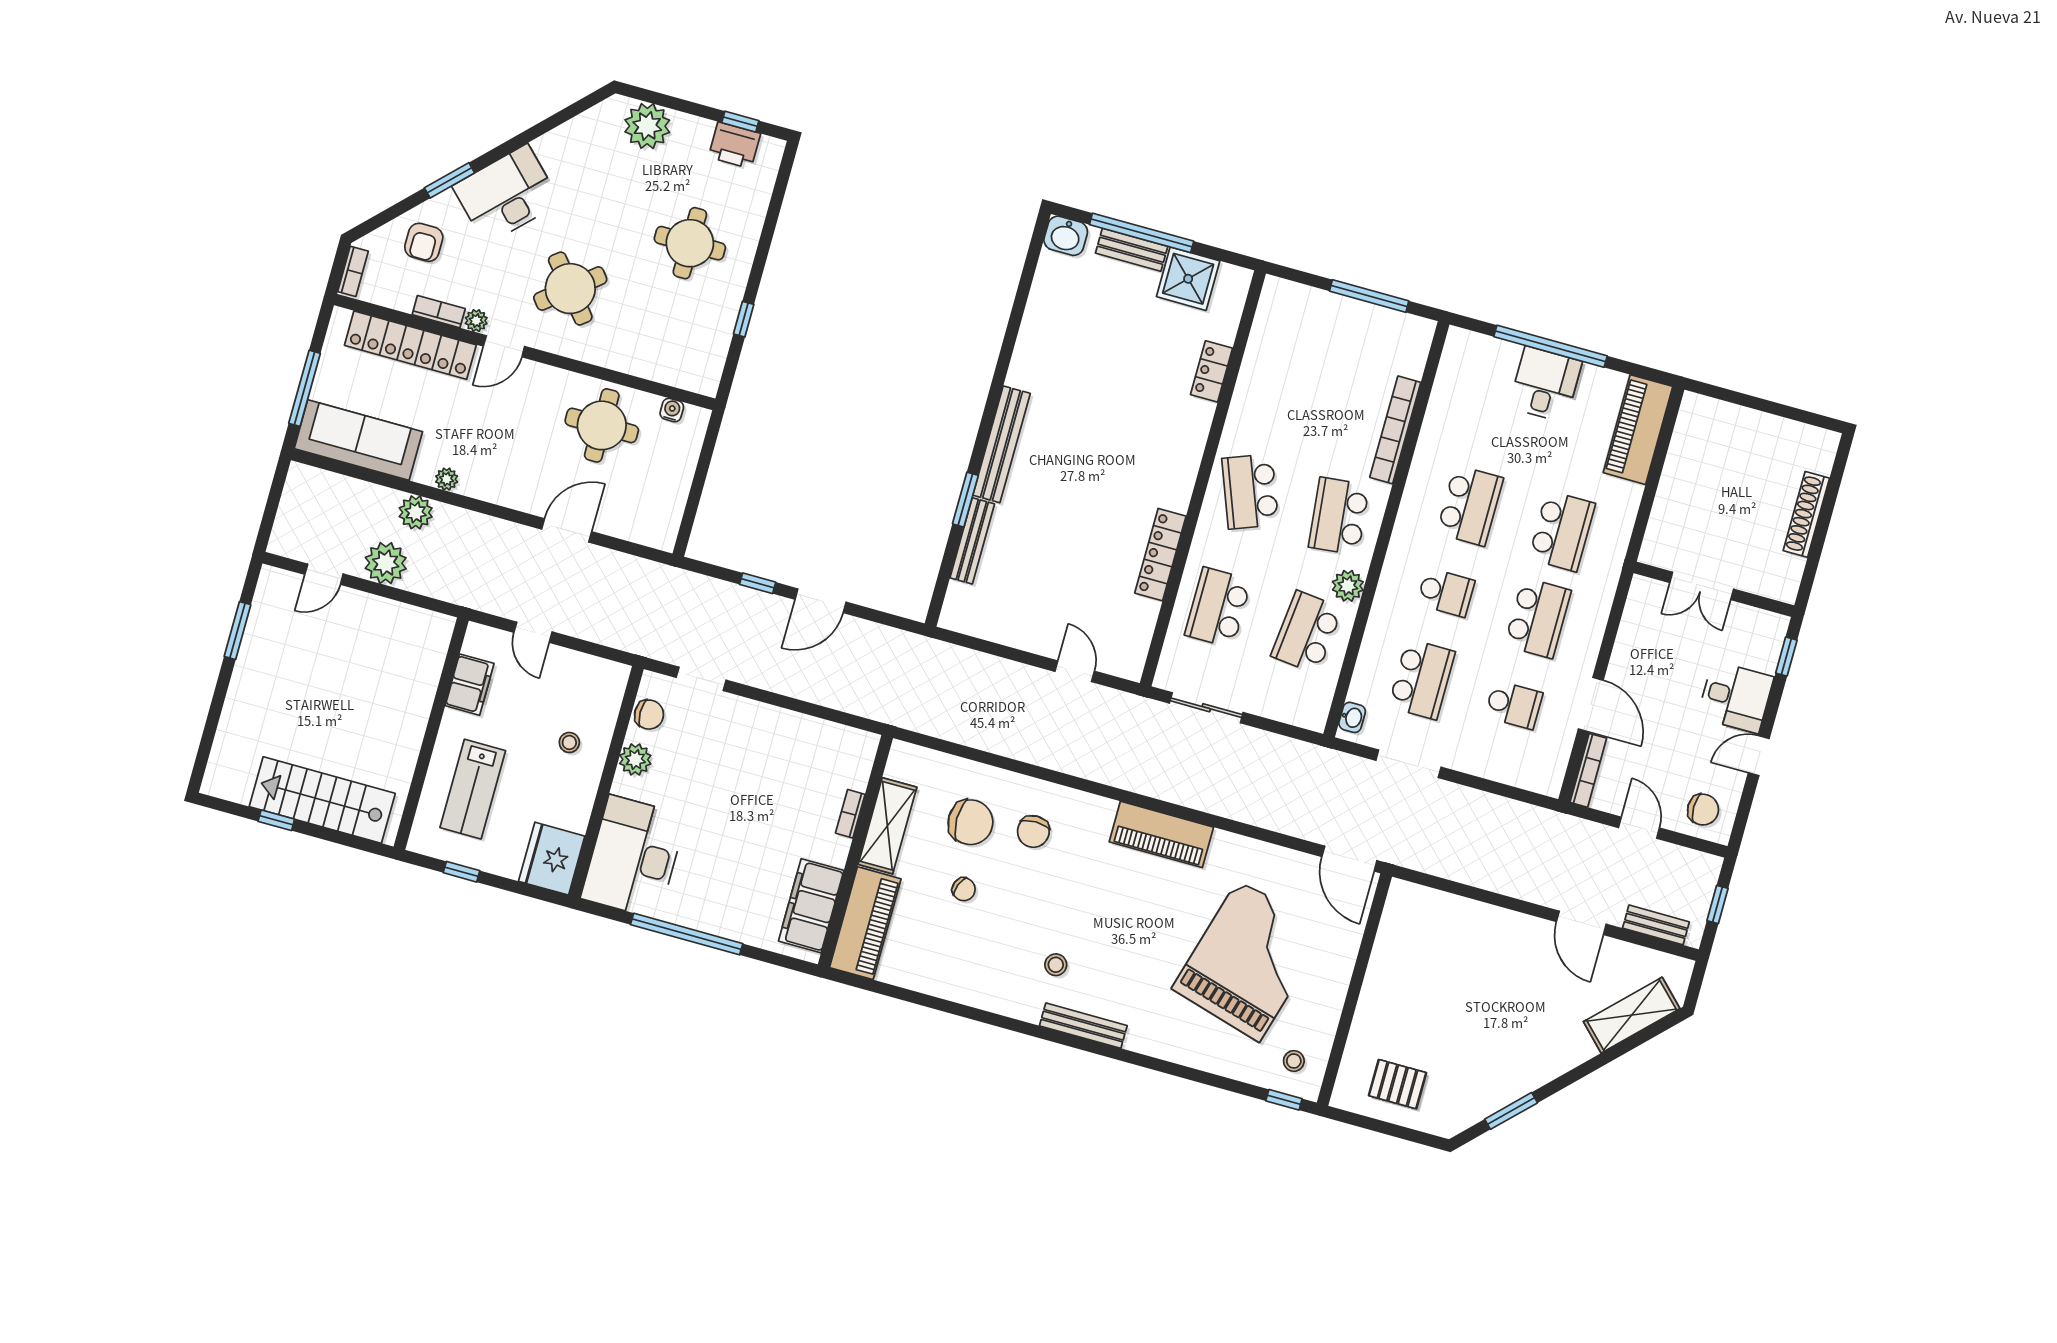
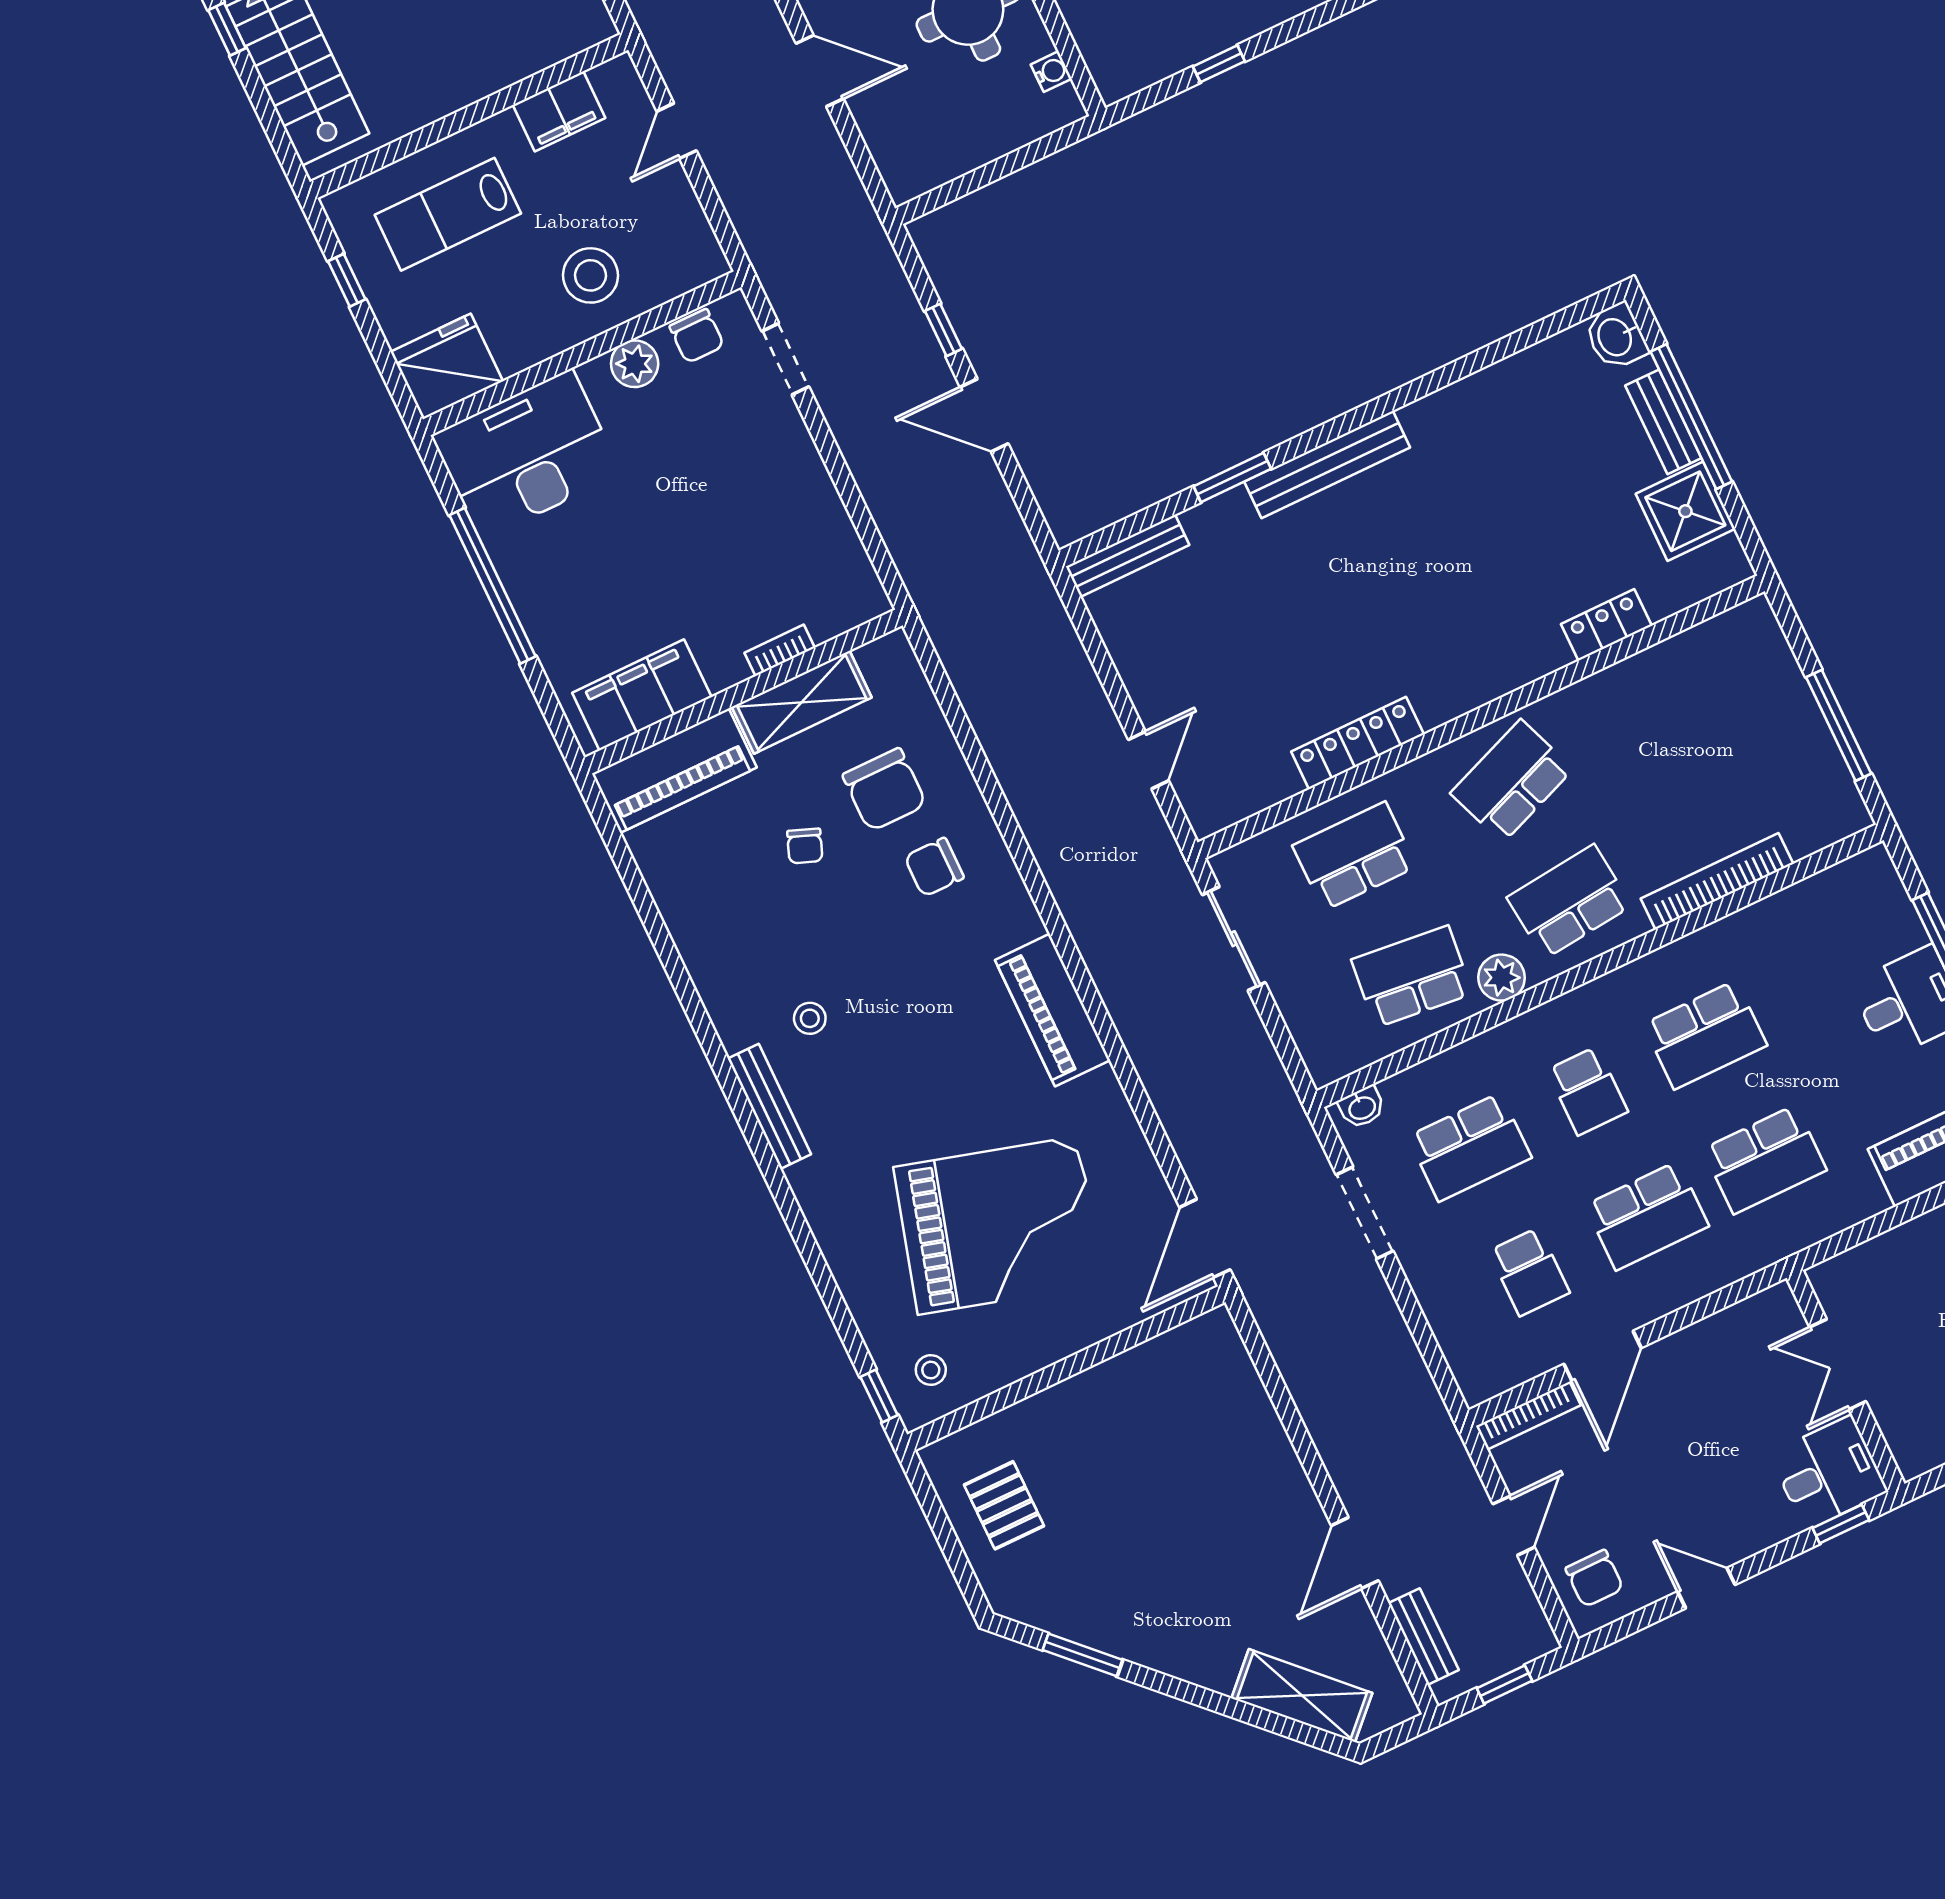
bench: (972, 541) -> (1128, 556), moved
desk: (1736, 697) -> (1828, 1473), moved, turned -90
stool: (569, 742) -> (591, 275), width x1.89, depth x1.89

